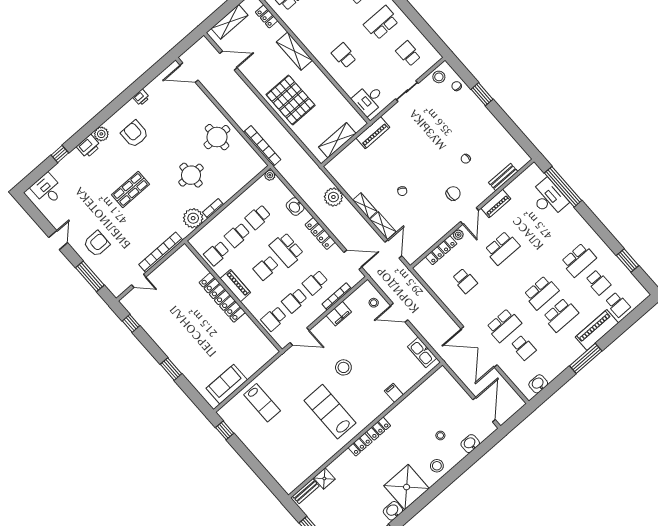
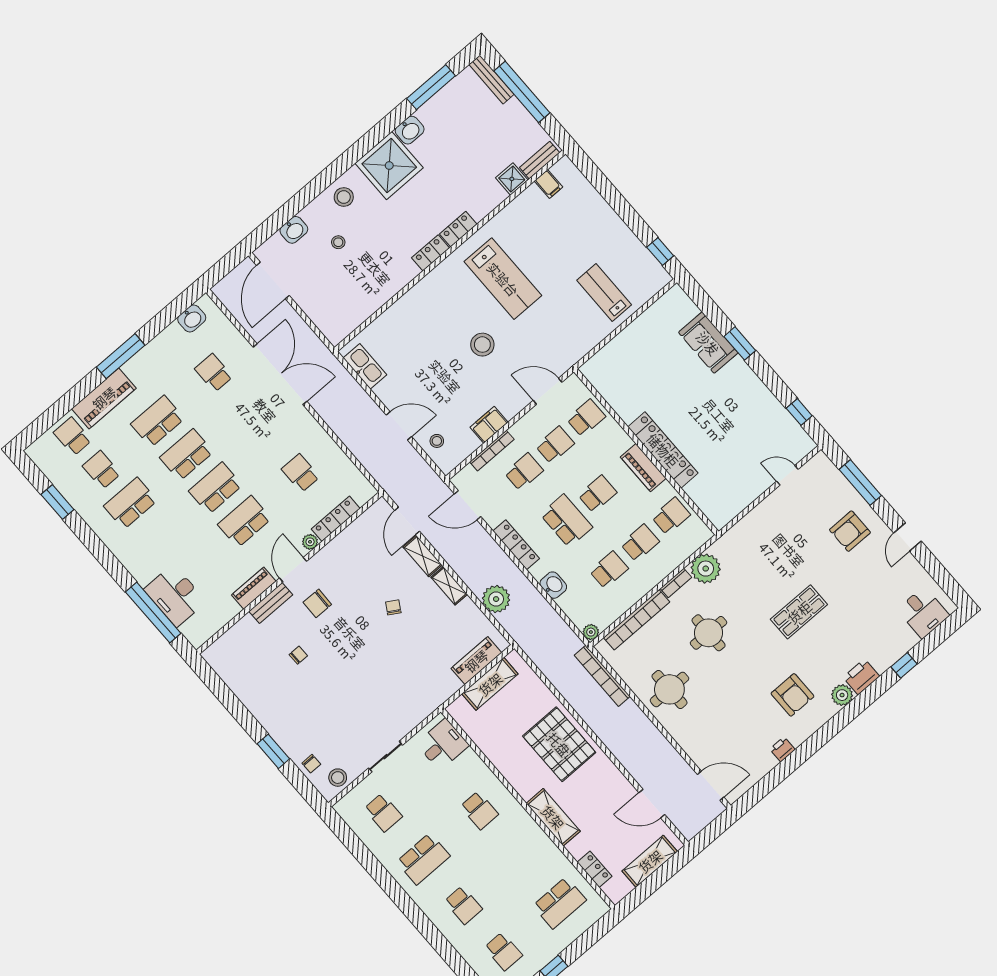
piano: (373, 133) -> (476, 661), moved
bench: (503, 177) -> (271, 603), moved
bookcase: (161, 252) -> (637, 620), moved
school desk: (504, 325) -> (215, 488), moved
sofa: (227, 384) -> (708, 343), moved, turned 90
filing cabinet: (394, 393) -> (548, 184), moved

